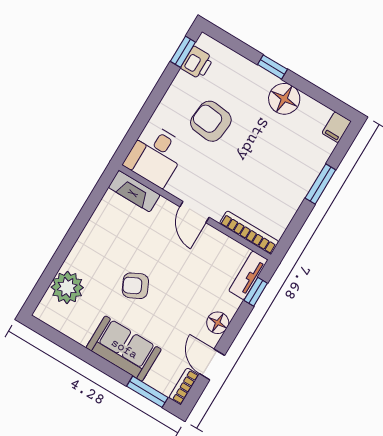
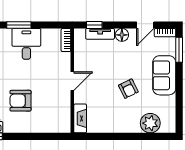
armchair: (211, 121) -> (21, 101), turned 84
desk: (155, 155) -> (26, 44), moved, turned -90
bookcase: (249, 233) -> (66, 40), width x0.64
tv unit: (248, 275) -> (100, 34), moved

